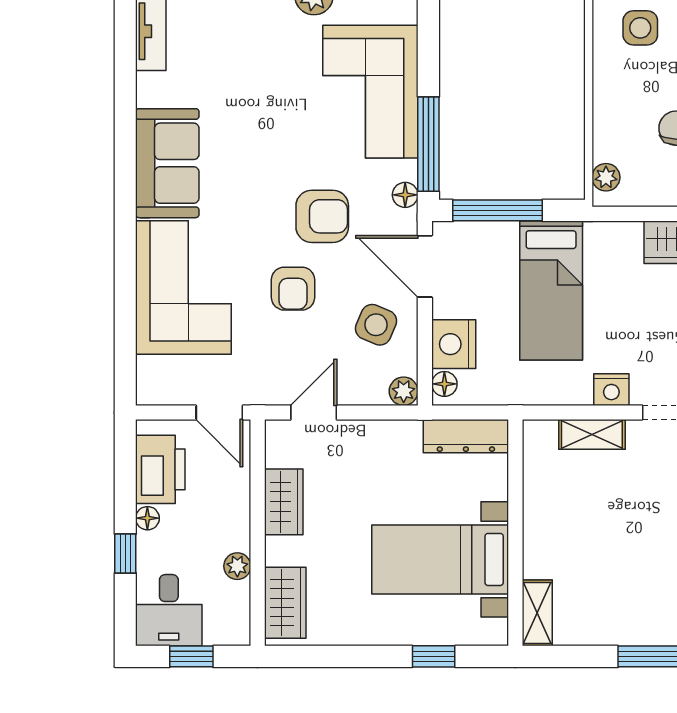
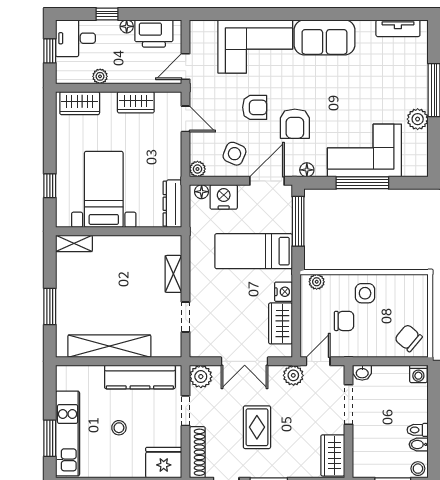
side table: (640, 28) -> (365, 293), moved
window: (428, 144) -> (362, 183), moved
armchair: (293, 289) -> (255, 107), turned 180
nightstand: (611, 390) -> (283, 292), moved, turned 180

